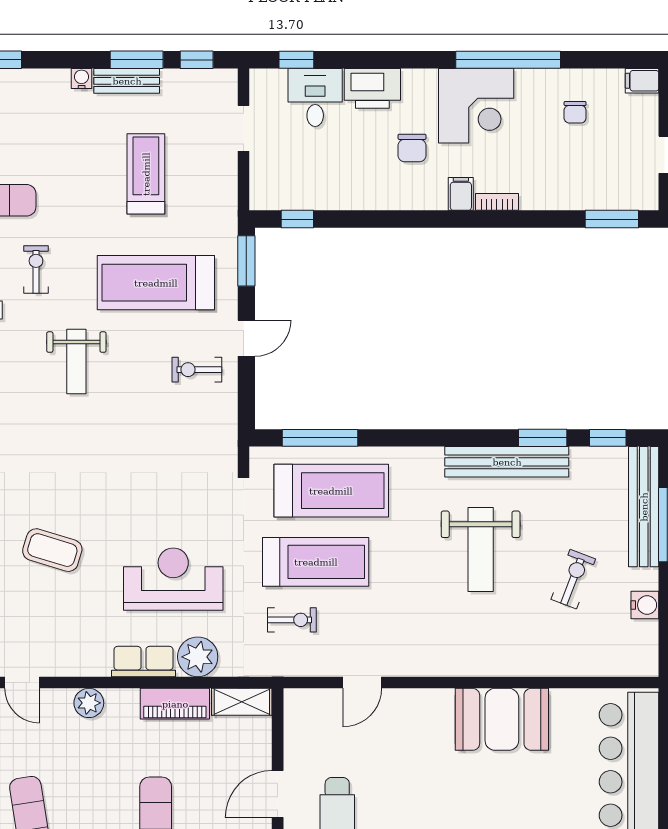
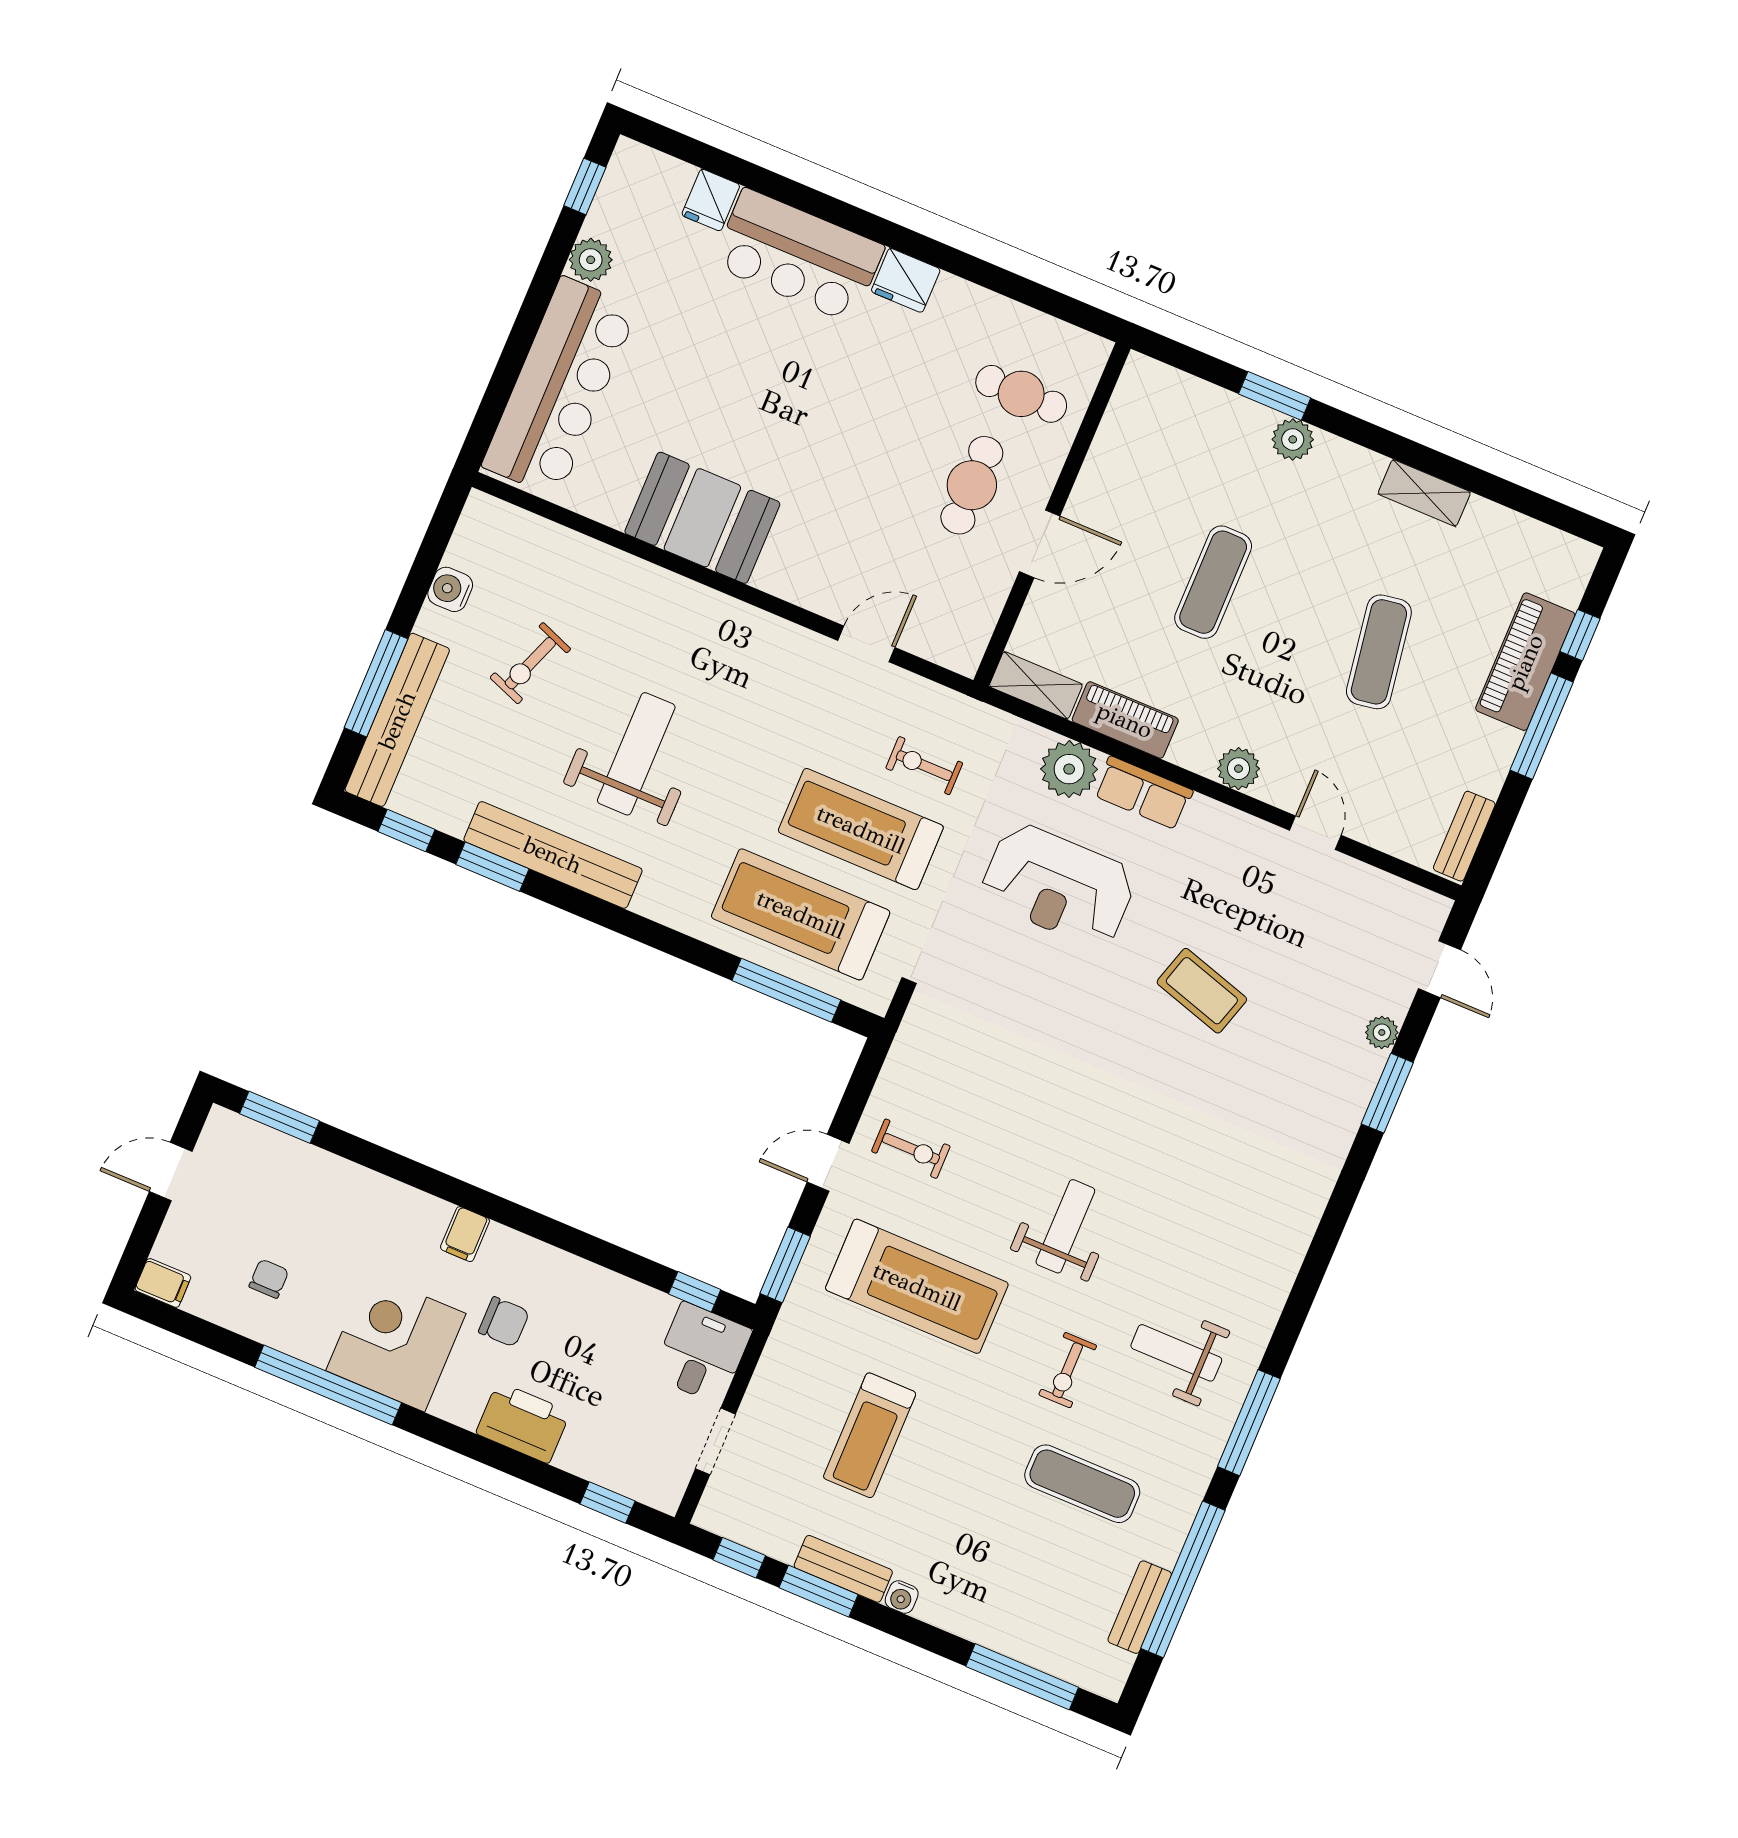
desk: (315, 97) -> (702, 1353), moved, turned 180
chair: (412, 148) -> (504, 1322), turned 90
bookcase: (497, 202) -> (422, 1204), removed

